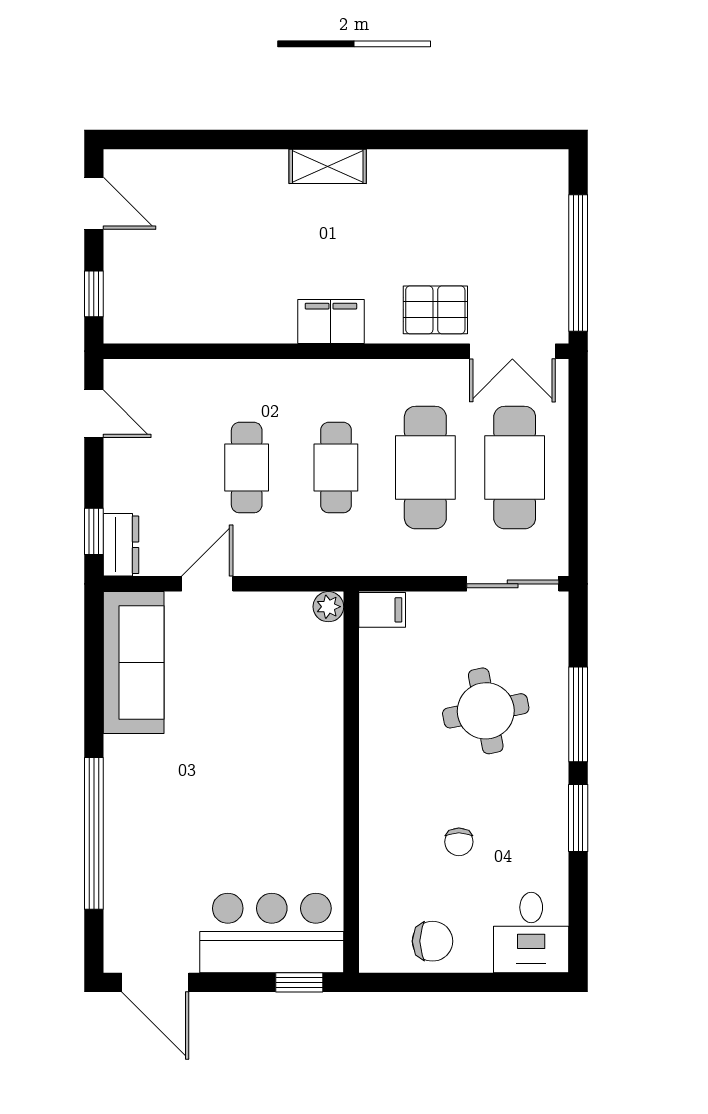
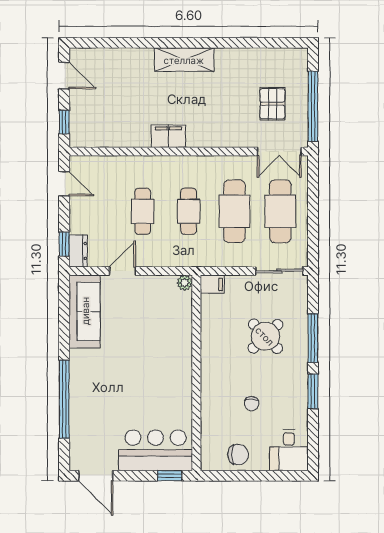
shelving: (328, 166) -> (184, 60), width x1.50, depth x1.33
pallet: (435, 310) -> (272, 104), moved, turned 90
filing cabinet: (331, 322) -> (168, 136), moved
round table: (486, 711) -> (265, 336), turned -33

